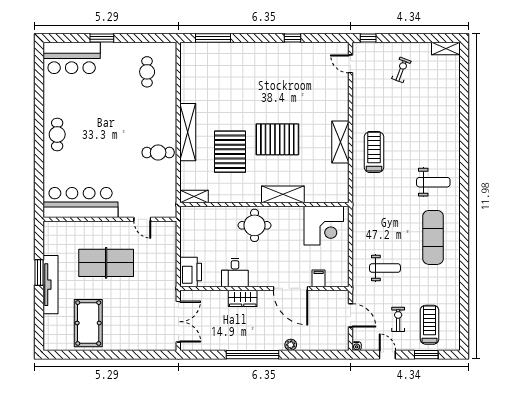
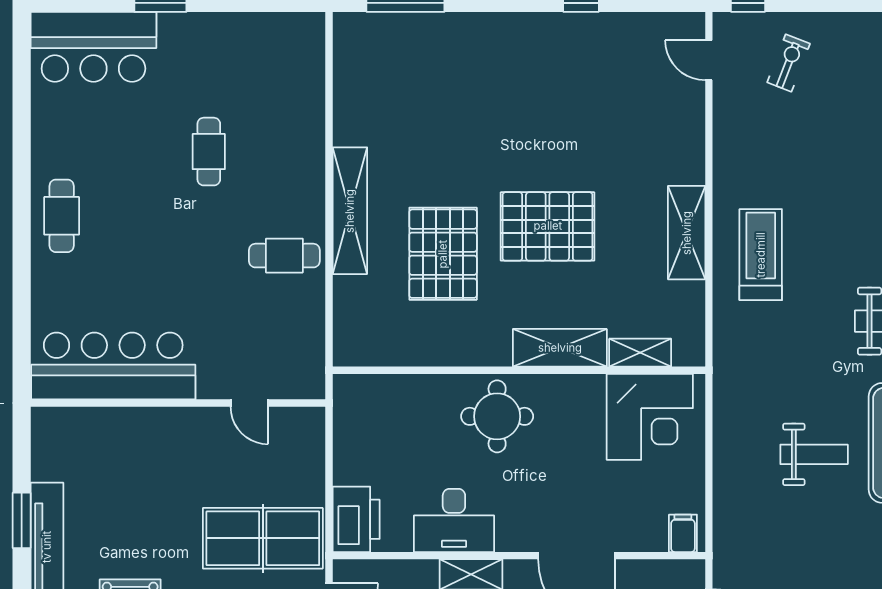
exercise bike: (401, 70) -> (789, 63), moved
cafe table: (147, 72) -> (209, 152), moved
shelving: (194, 196) -> (640, 353), moved
table tennis table: (106, 263) -> (263, 538), moved
weight bench: (385, 268) -> (814, 454), moved
desk: (235, 273) -> (454, 520), width x1.37
filing cabinet: (319, 278) -> (683, 533), moved

